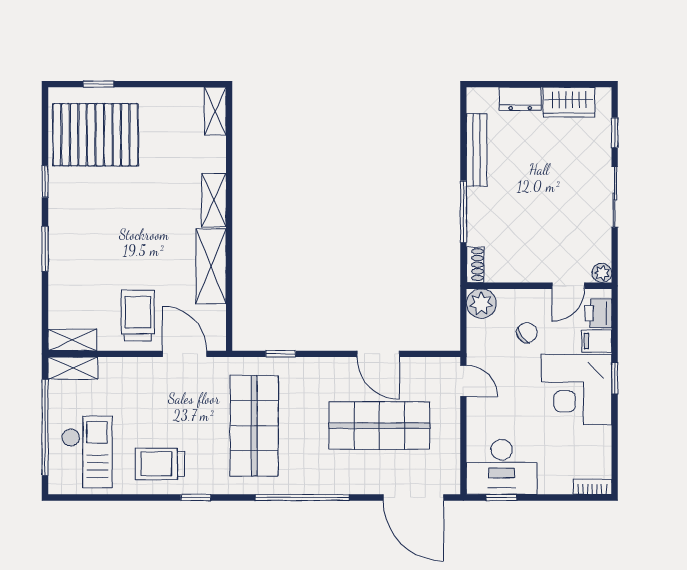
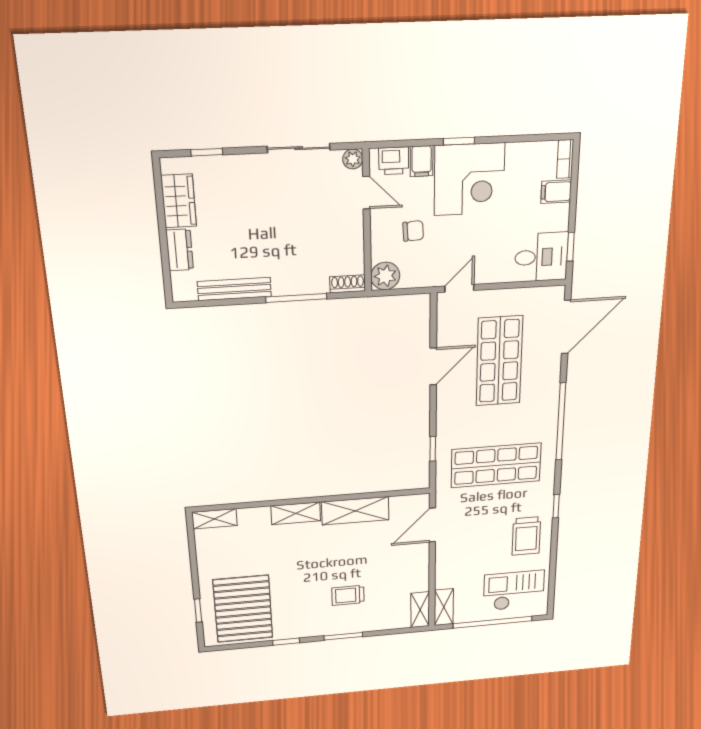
sliding door: (615, 197) -> (299, 148), moved
trolley: (138, 316) -> (348, 595), moved, width x0.73, depth x0.72
chair: (527, 333) -> (413, 231), turned 123
desk: (502, 467) -> (541, 257), width x0.73
filing cabinet: (560, 479) -> (556, 192), added

